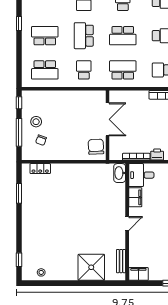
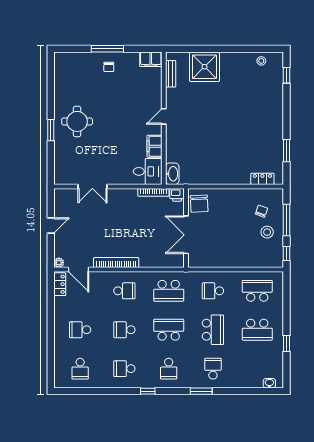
school desk: (84, 70) -> (213, 291), turned 90
printer: (157, 154) -> (177, 195), moved

